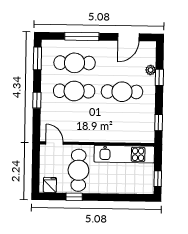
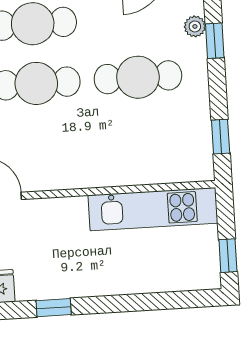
cafe table: (78, 170) -> (59, 251), removed

